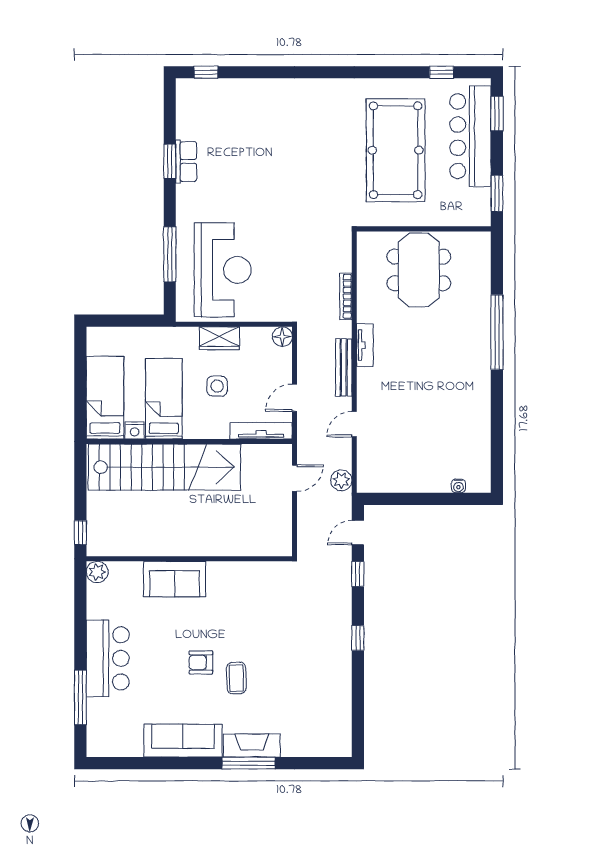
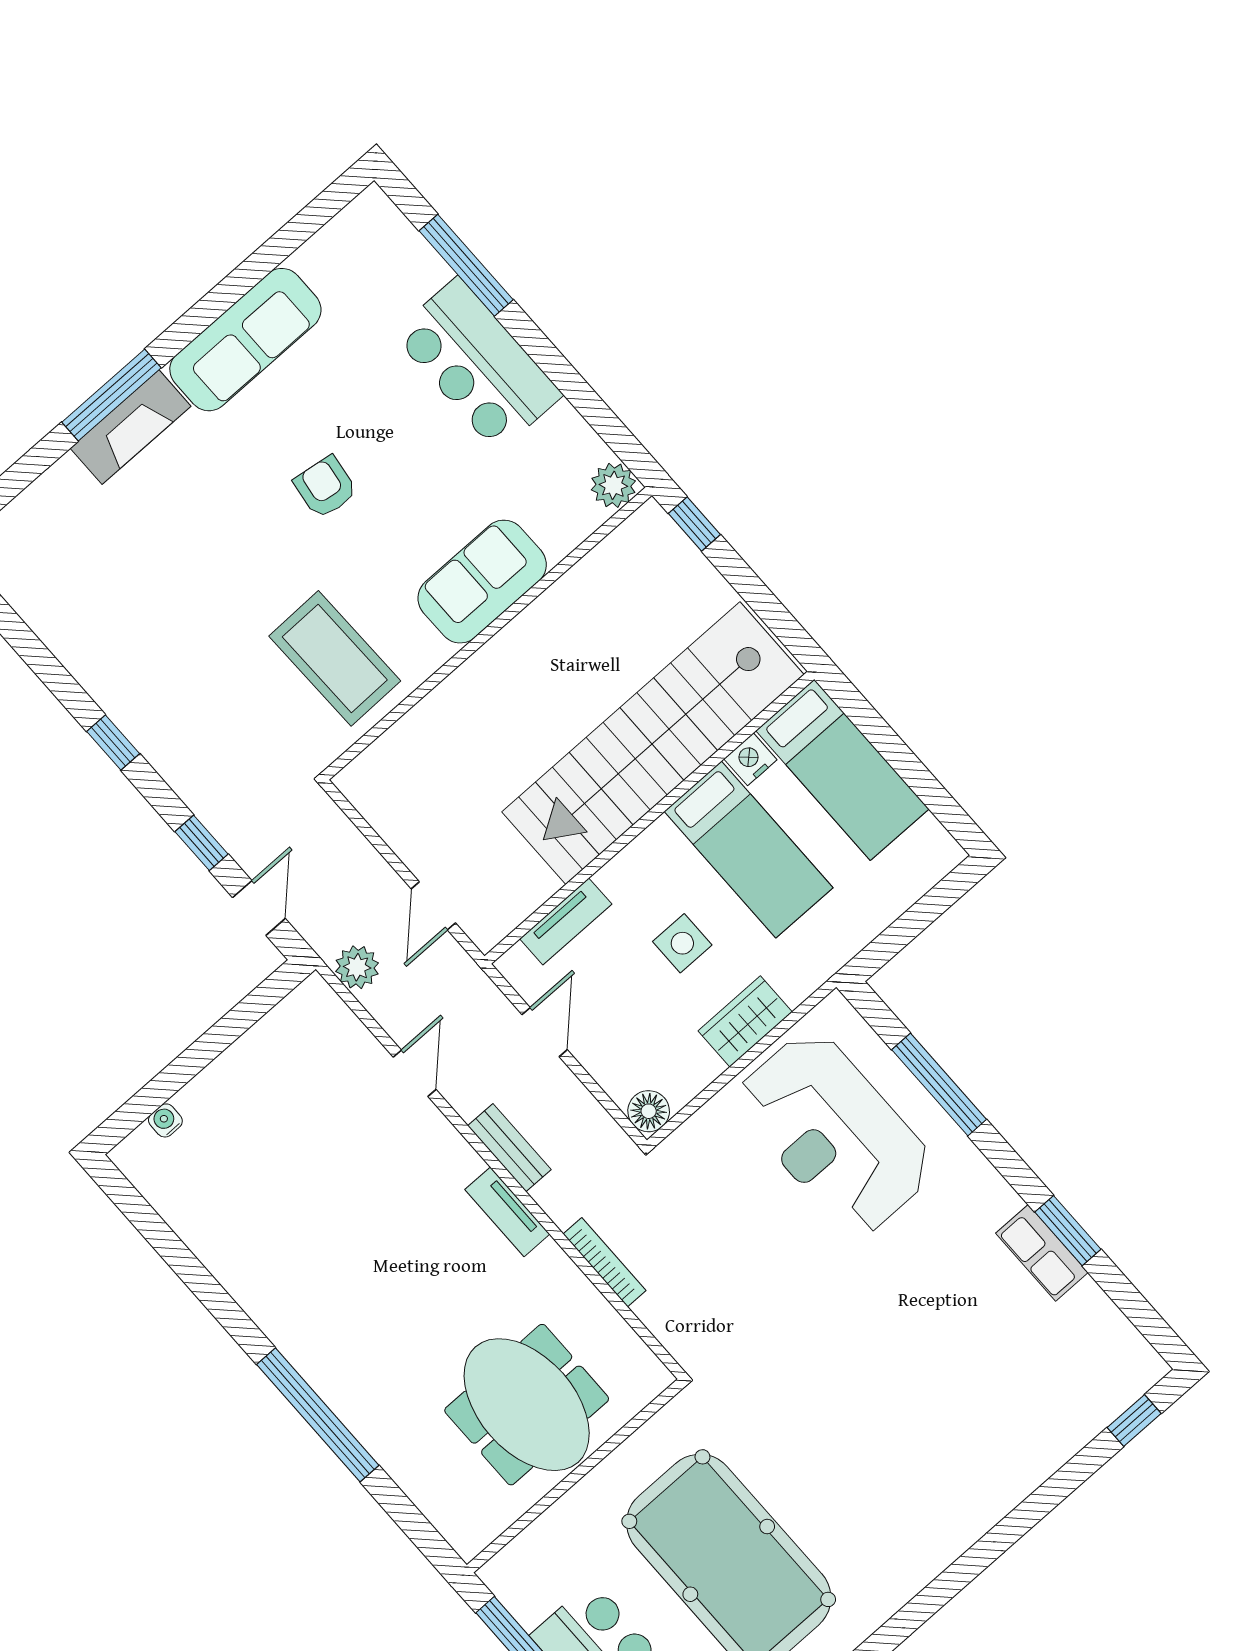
bench: (344, 368) -> (509, 1148), width x0.73
tv unit: (261, 431) -> (566, 921), width x0.71
armchair: (201, 662) -> (325, 487), turned -82
coffee table: (236, 678) -> (335, 658), moved, width x1.86, depth x1.72

